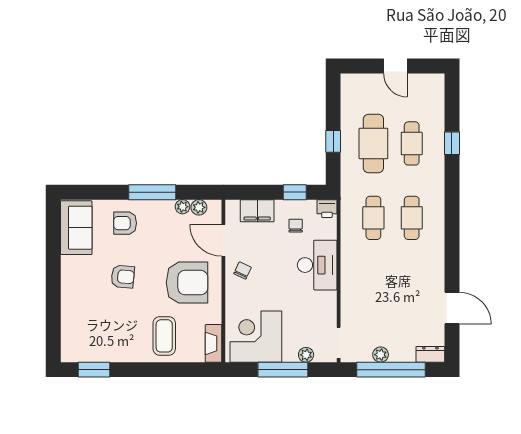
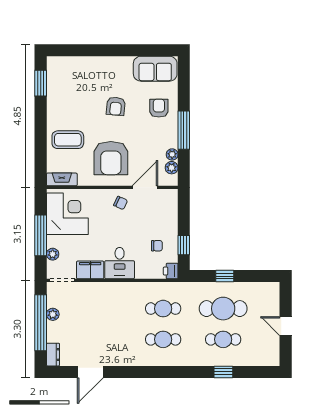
door: (395, 66) -> (286, 326), hinge flipped
filing cabinet: (257, 211) -> (90, 270), moved, turned 90
desk: (317, 265) -> (120, 263), width x0.73

